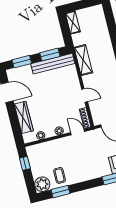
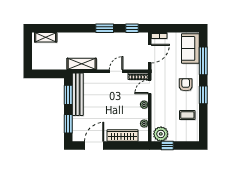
shelving: (73, 22) -> (46, 37), moved
armchair: (89, 166) -> (186, 85), added
plant: (42, 184) -> (161, 134), moved
window: (60, 192) -> (203, 95), moved

